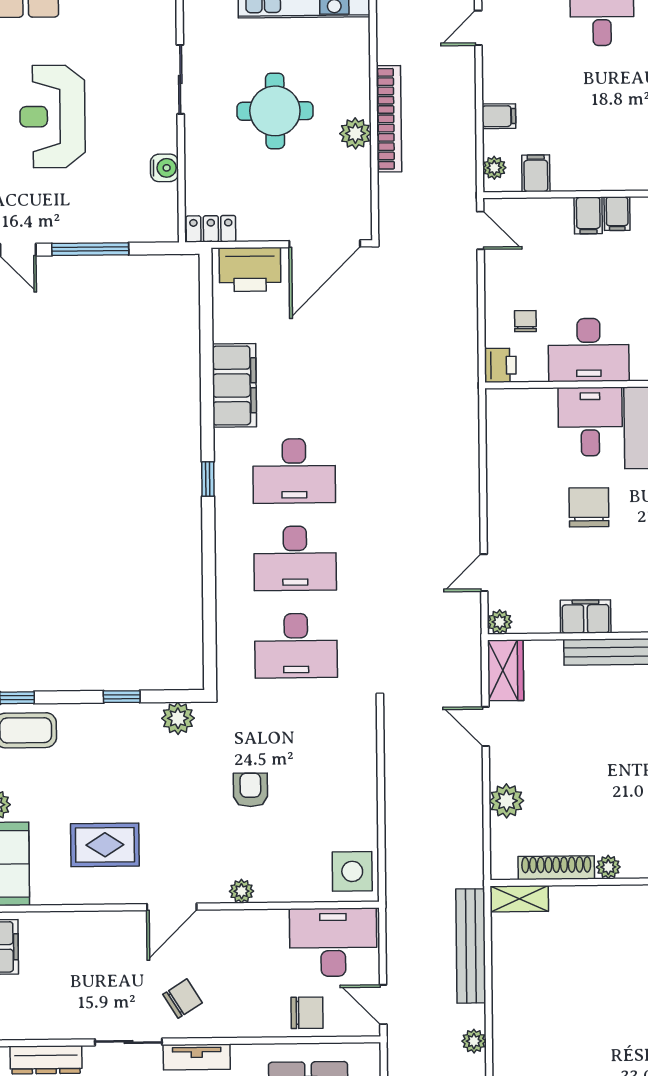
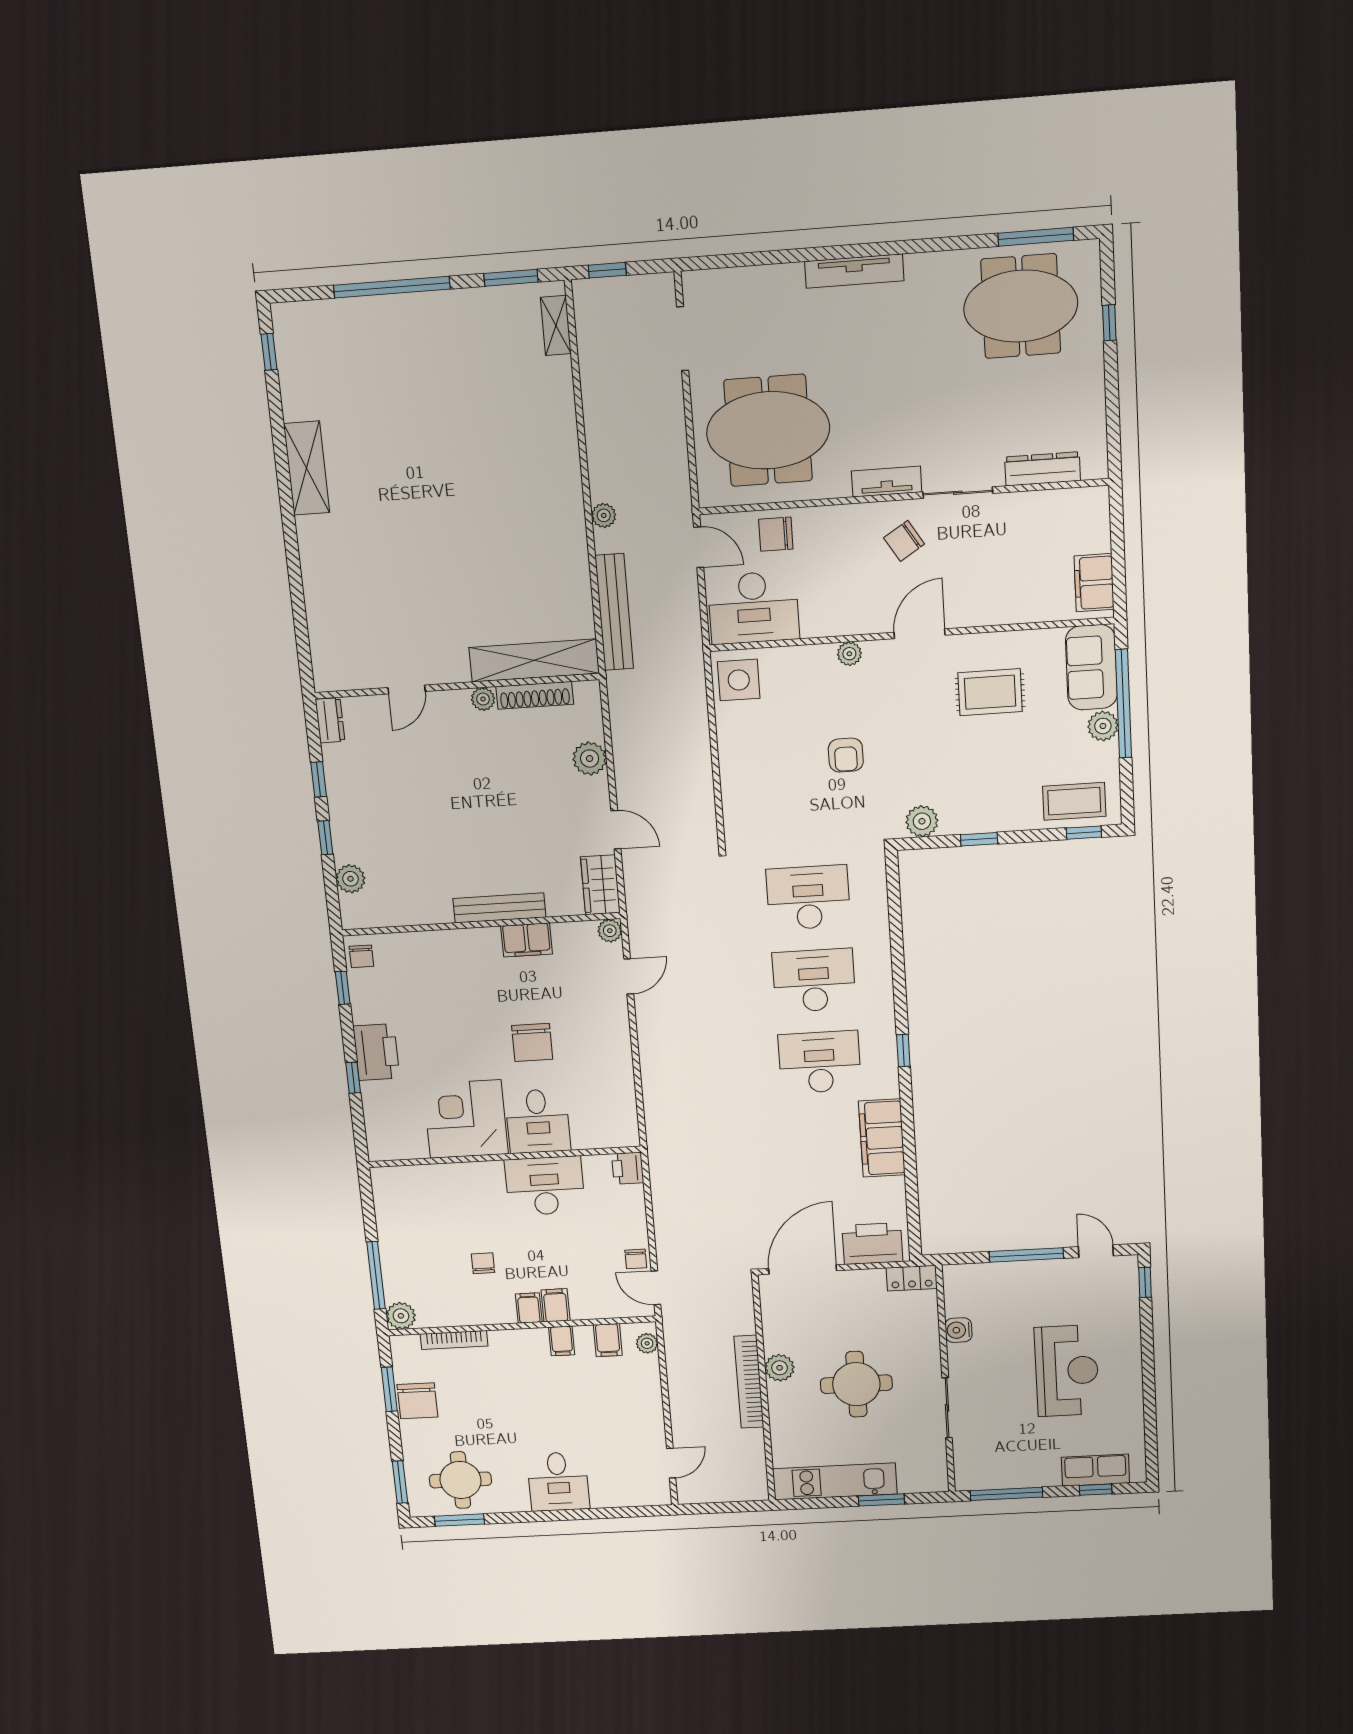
filing cabinet: (499, 116) -> (562, 1341), moved, turned -90
chair: (525, 321) -> (636, 1259), moved
shelving: (519, 899) -> (534, 660), width x2.20, depth x1.33

